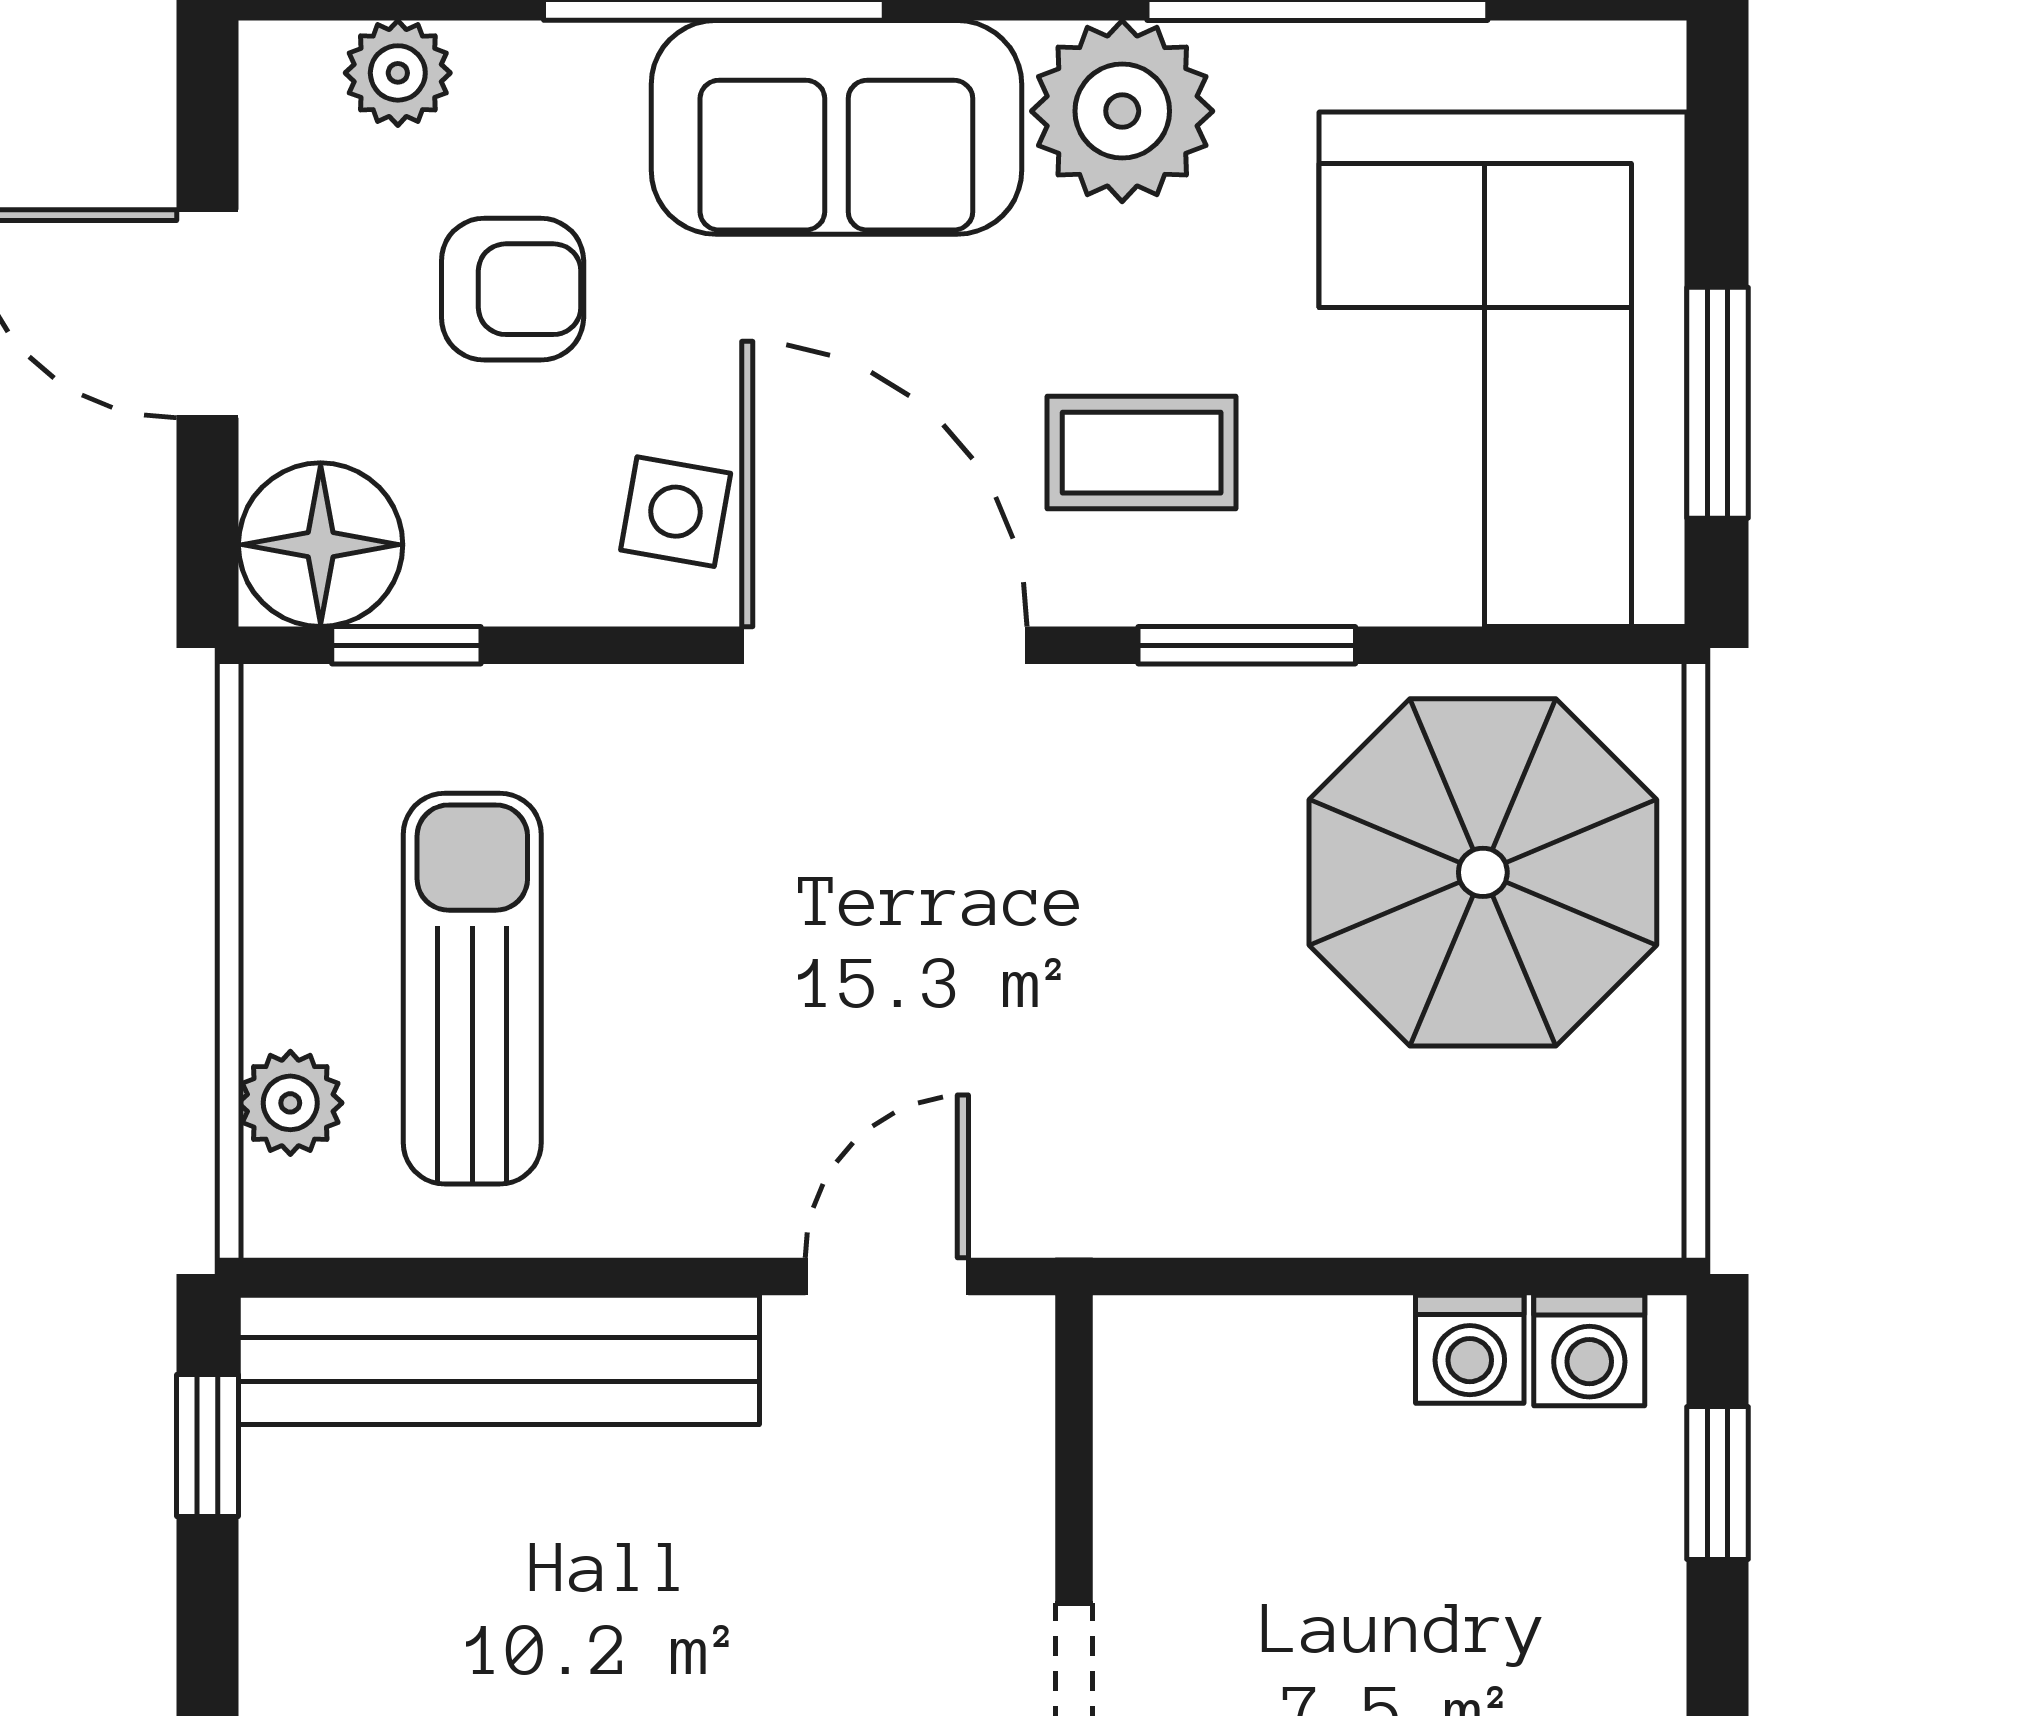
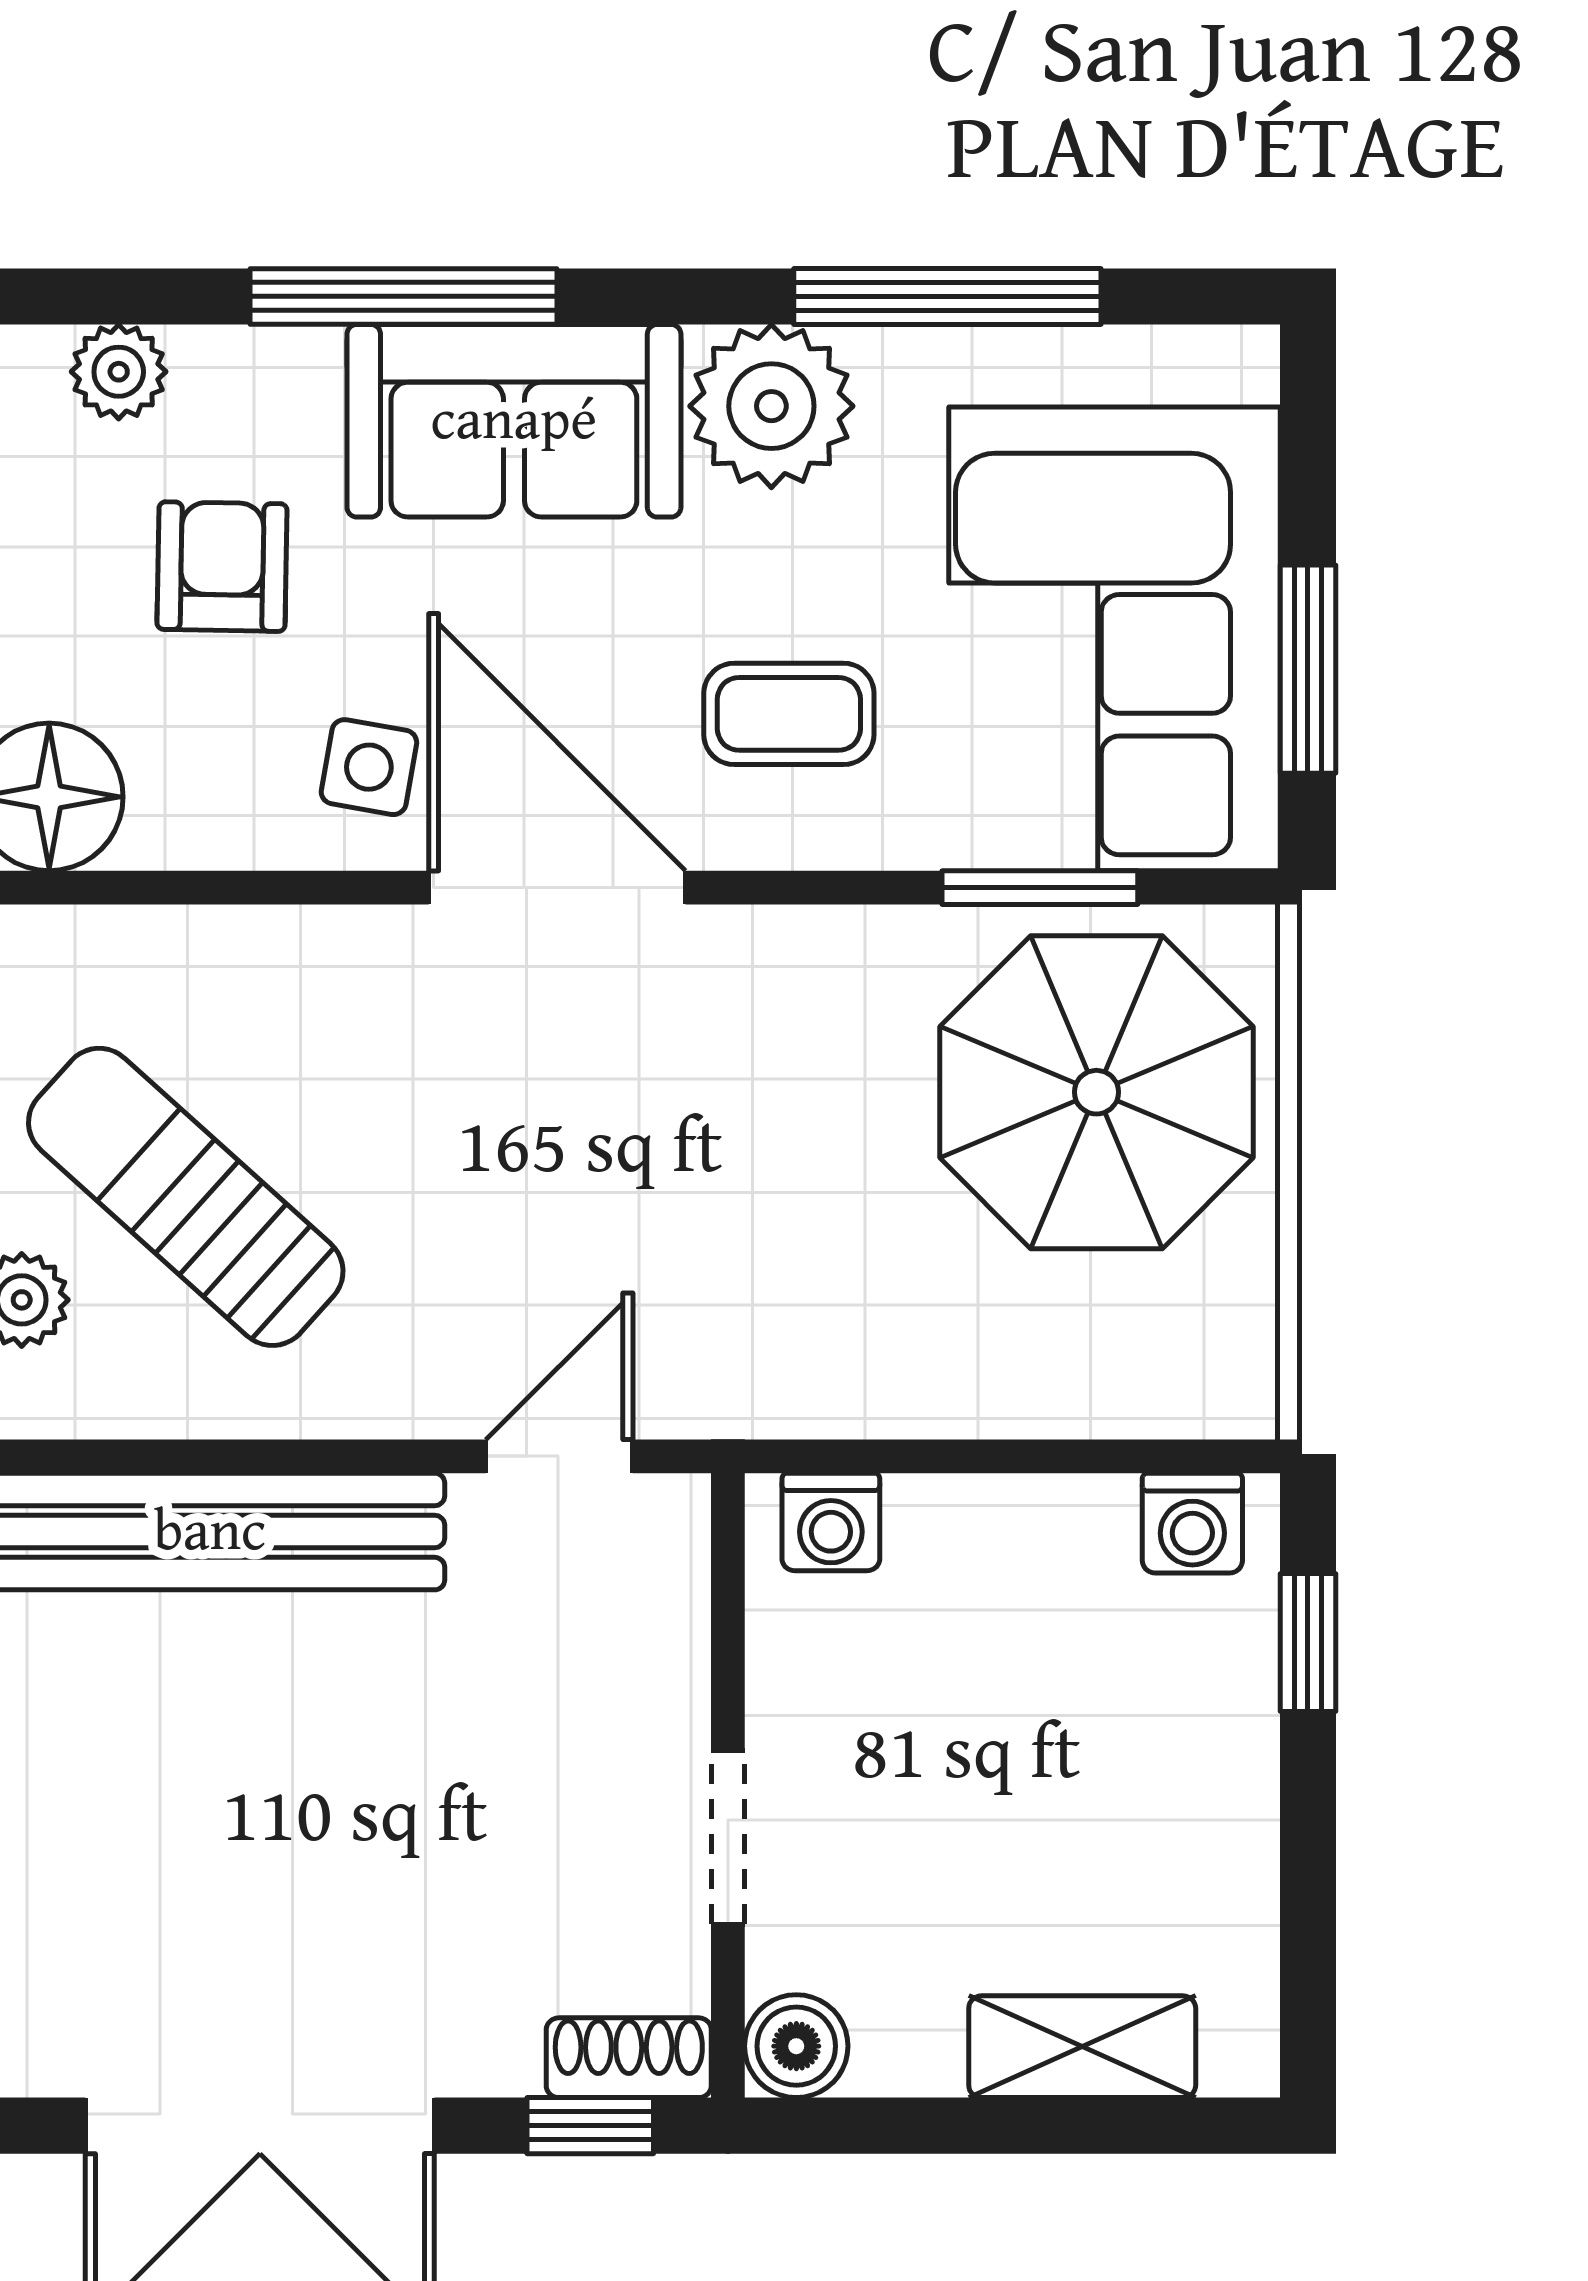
armchair: (513, 289) -> (222, 567), turned -89
window: (406, 645) -> (126, 888), removed
window: (1247, 645) -> (1040, 888), moved
sun lounger: (472, 989) -> (186, 1197), turned -48
washing machine: (1470, 1349) -> (831, 1522), moved

